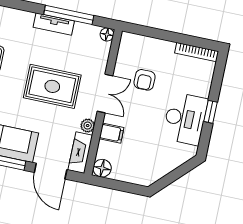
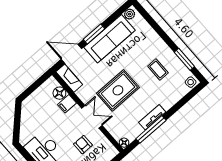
double door: (105, 93) -> (92, 117), swing flipped
plant: (88, 126) -> (81, 94), removed
floor lamp: (102, 168) -> (59, 93), moved

